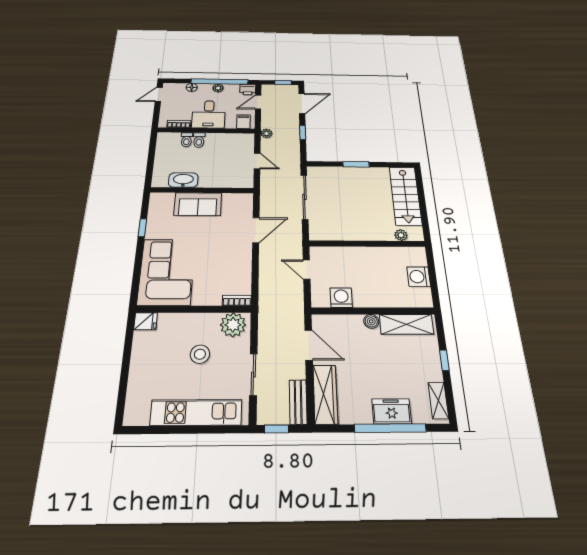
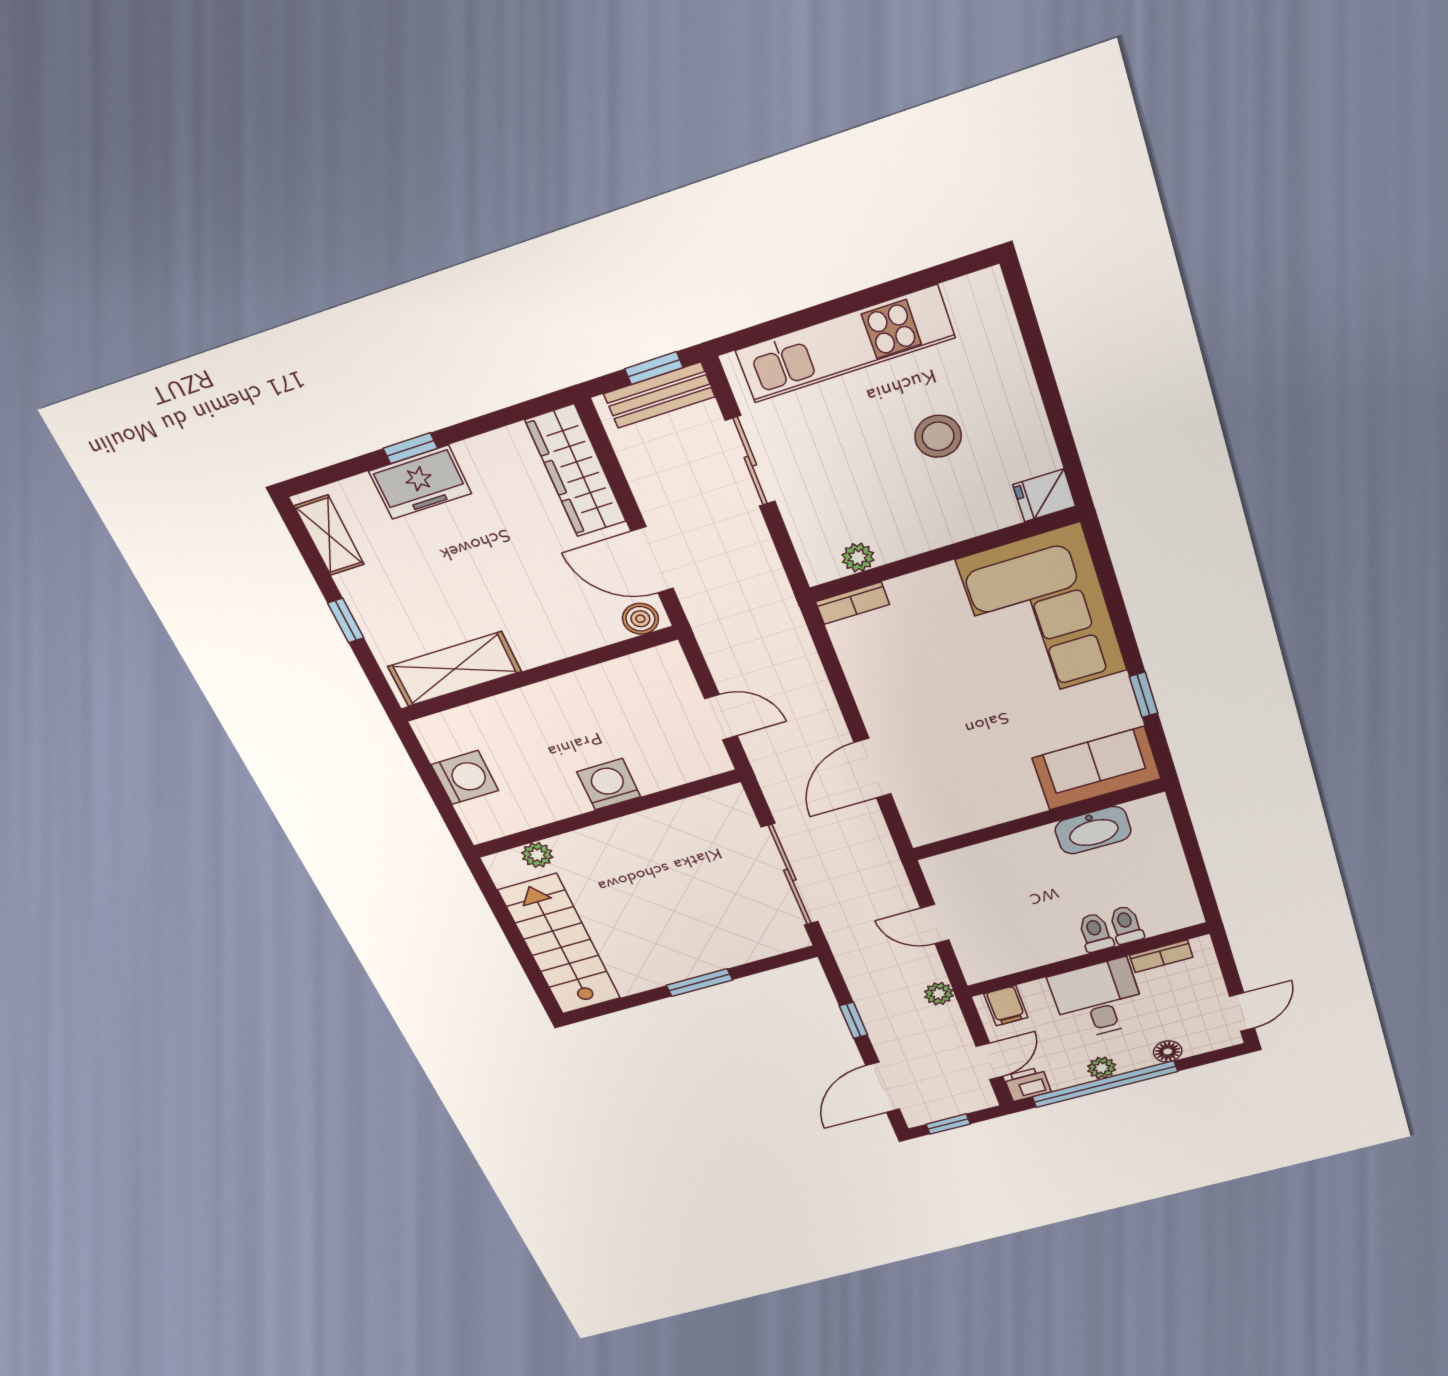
sofa: (198, 204) -> (1096, 768), moved
washing machine: (341, 298) -> (609, 784), moved, turned 180
boiler: (371, 321) -> (640, 619), moved
plant: (233, 325) -> (858, 557), width x0.53, depth x0.53
stool: (200, 354) -> (938, 436), moved
bench: (298, 402) -> (659, 395), moved, turned 90
window: (390, 428) -> (410, 448), width x0.32

